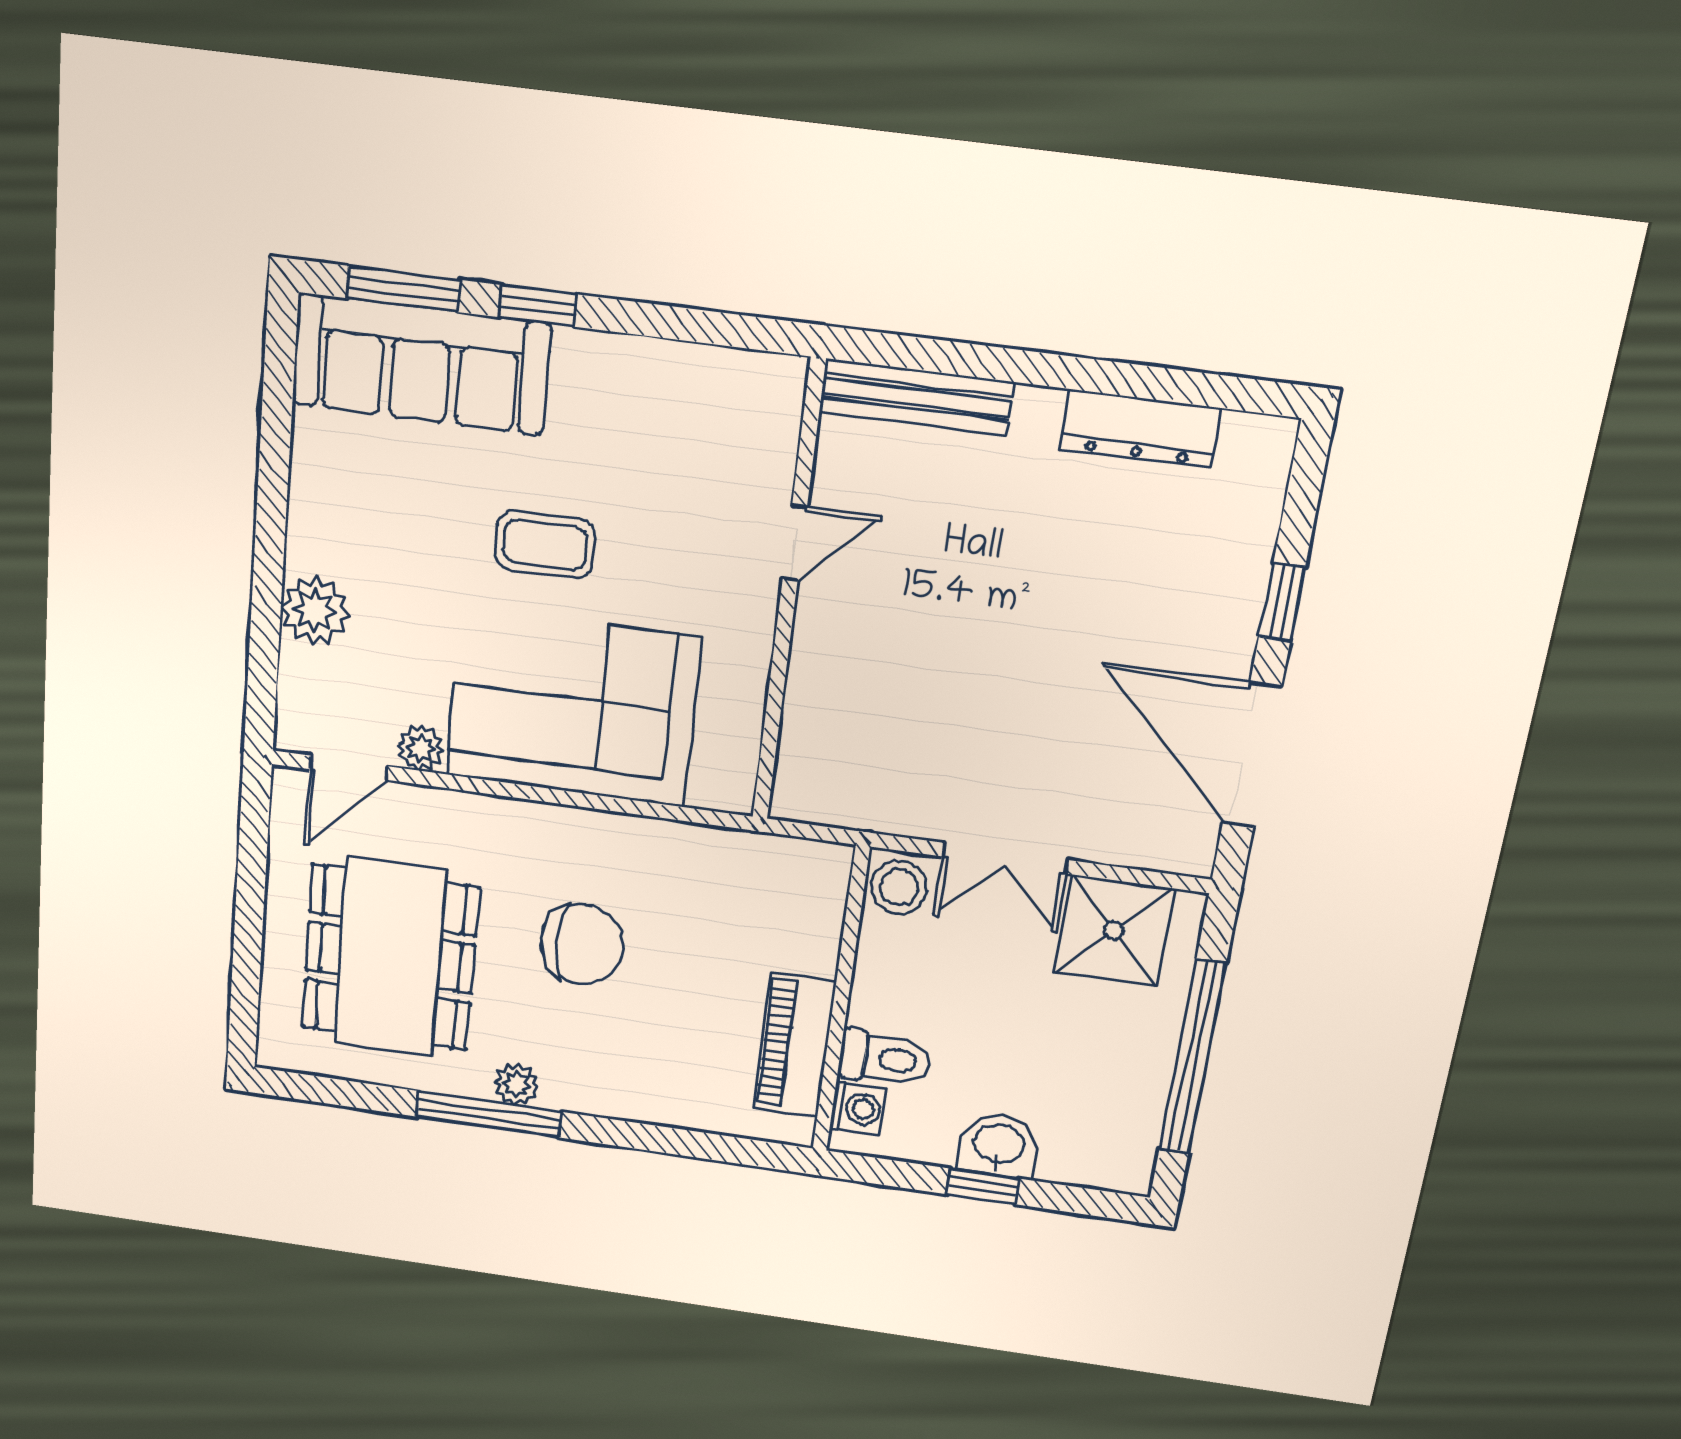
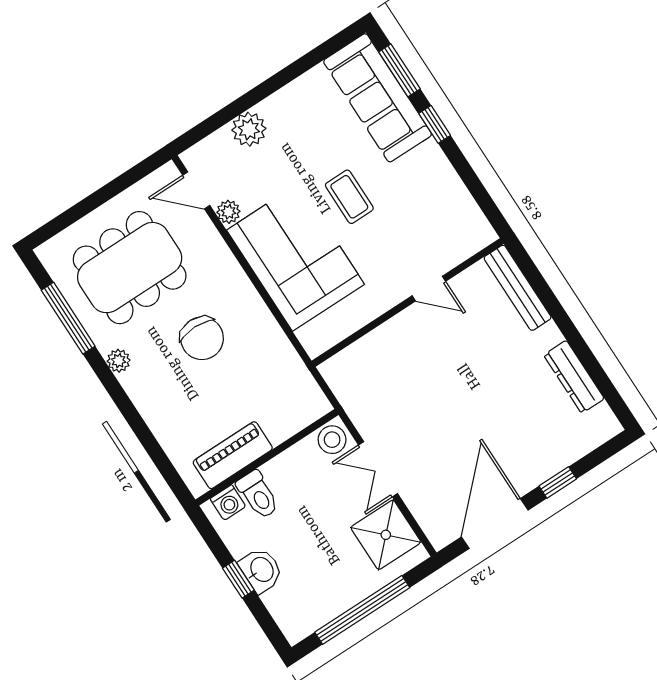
window: (489, 1114) -> (68, 318), moved

